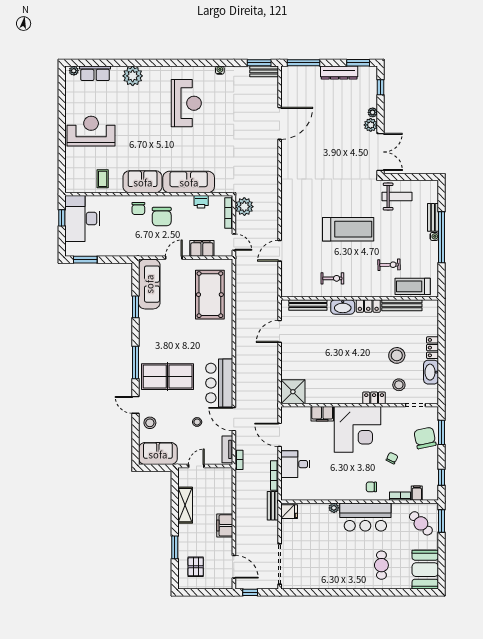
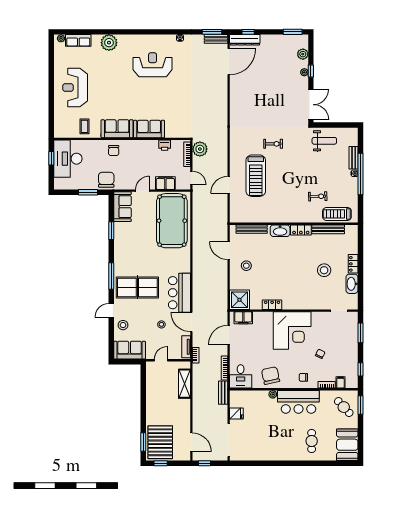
window: (303, 63) -> (248, 32), width x0.46
dresser: (339, 73) -> (245, 40), moved
window: (381, 87) -> (311, 71), moved
reception desk: (186, 103) -> (153, 65), turned -90
door: (280, 123) -> (229, 62), moved
plant: (371, 125) -> (303, 54), moved
reception desk: (91, 131) -> (75, 88), turned -90
sofa: (189, 182) -> (149, 129), width x0.73
chair: (162, 217) -> (106, 180), moved, turned 180
treadmill: (348, 229) -> (256, 176), moved, turned 90
window: (85, 260) -> (88, 192), moved
exercise bike: (332, 278) -> (273, 144), moved
sofa: (149, 284) -> (122, 207), width x0.73
pool table: (210, 295) -> (172, 221), width x1.36, depth x1.32
door: (280, 331) -> (229, 251), hinge flipped
stool: (399, 385) -> (246, 266), moved
locker: (374, 398) -> (272, 305), moved
door: (135, 405) -> (111, 311), hinge flipped
filing cabinet: (322, 414) -> (243, 318), moved
door: (280, 435) -> (229, 335), hinge flipped
chair: (425, 438) -> (271, 376), moved
desk: (295, 464) -> (241, 376), moved, turned -90
shelving: (185, 505) -> (185, 384), moved
fridge: (289, 512) -> (236, 414), moved
filing cabinet: (225, 525) -> (184, 409), removed
window: (175, 547) -> (143, 442), moved
pallet: (196, 567) -> (160, 442), width x2.05, depth x2.00
window: (196, 592) -> (161, 463), added

